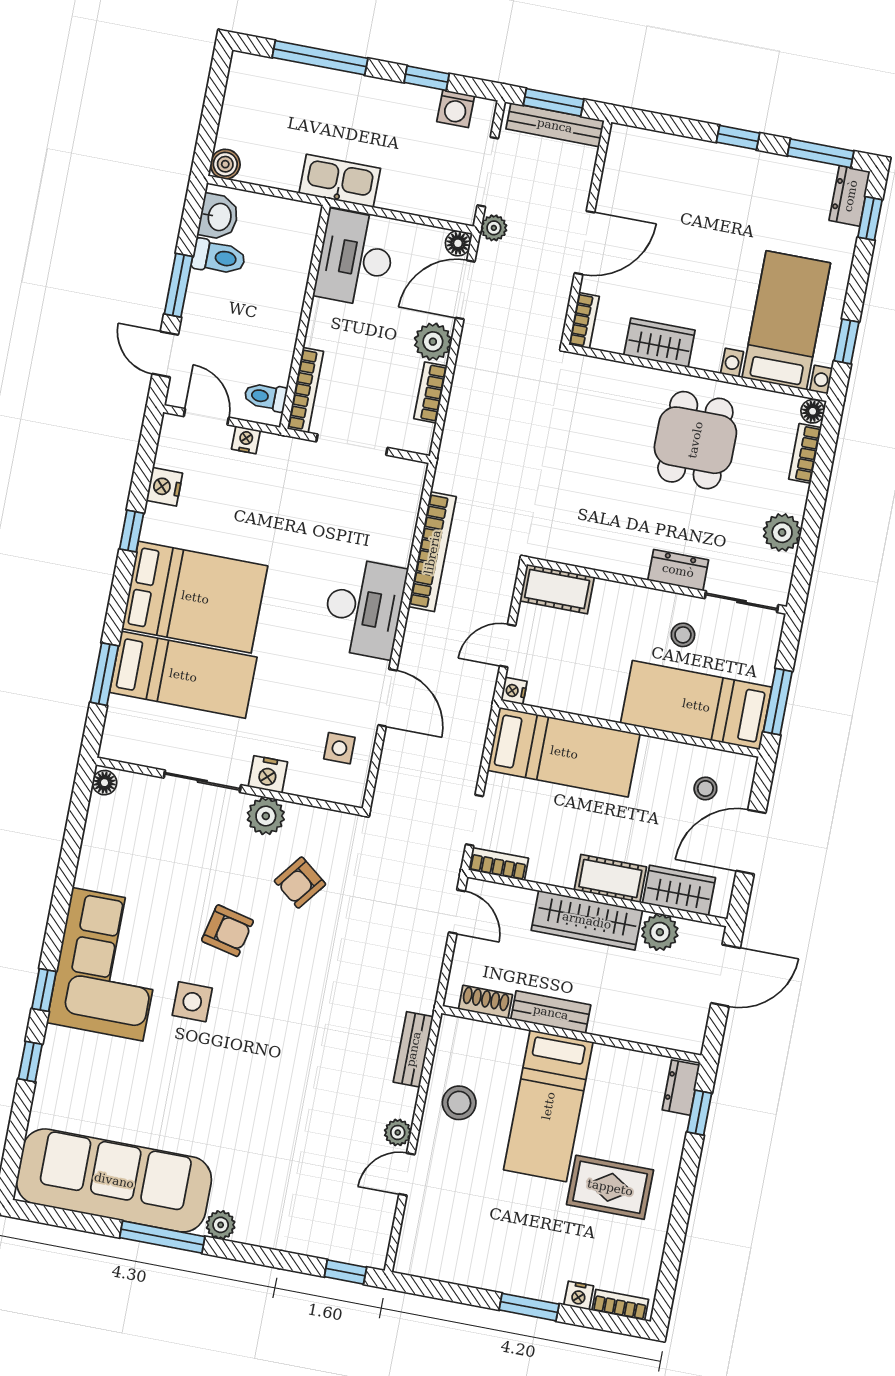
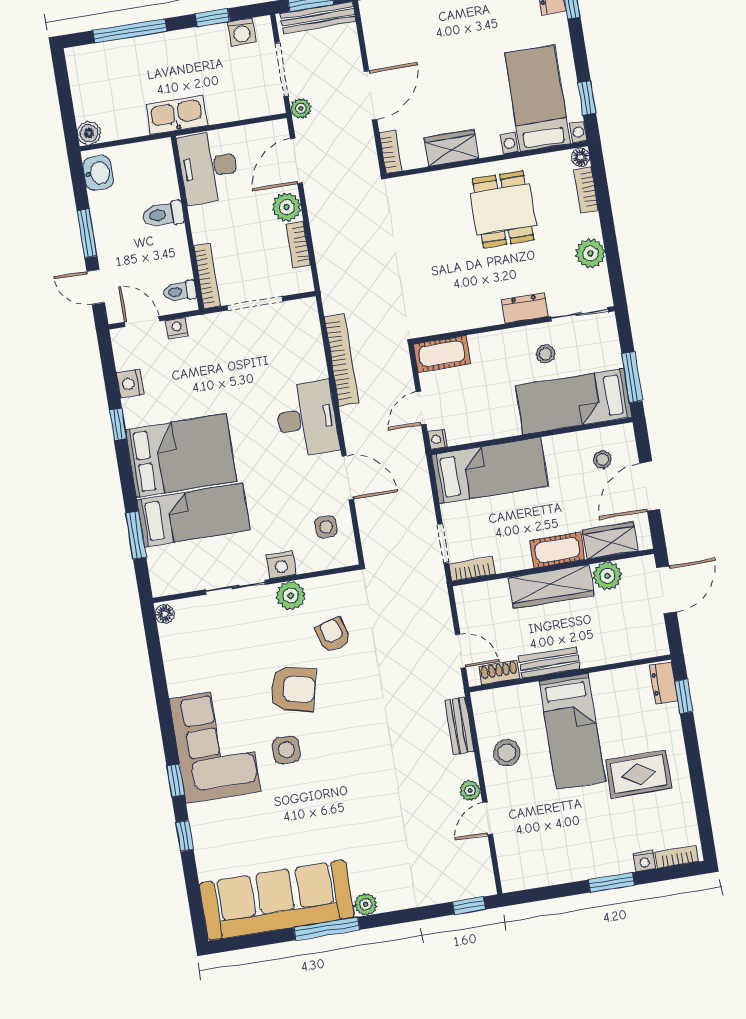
floor lamp: (458, 243) -> (279, 129), removed
toilet: (219, 257) -> (163, 214), moved, turned 180
armchair: (300, 883) -> (333, 635), turned 126
door: (457, 912) -> (461, 651), moved
armchair: (228, 931) -> (293, 689), width x1.38, depth x1.38

